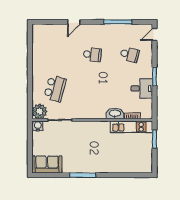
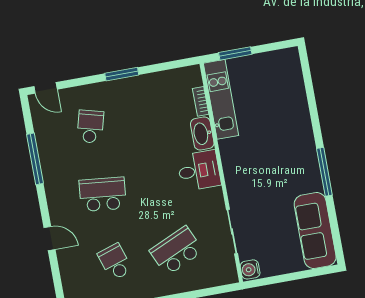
school desk: (55, 55) -> (115, 262), added
school desk: (92, 55) -> (103, 194), width x1.85
school desk: (55, 88) -> (176, 251), turned -39
desk: (142, 88) -> (199, 171), moved, turned 90
plant: (40, 111) -> (223, 271), removed
sofa: (47, 164) -> (315, 231), width x1.36

